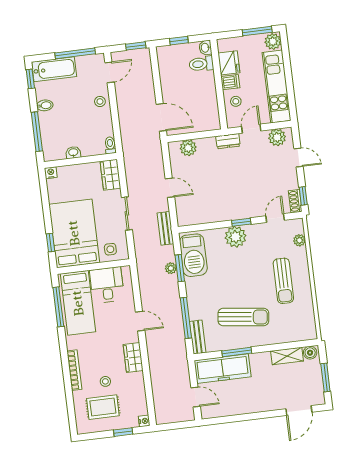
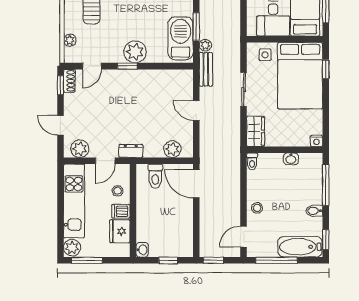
toilet: (201, 64) -> (155, 176), moved, turned 90
plant: (171, 268) -> (205, 45), moved

